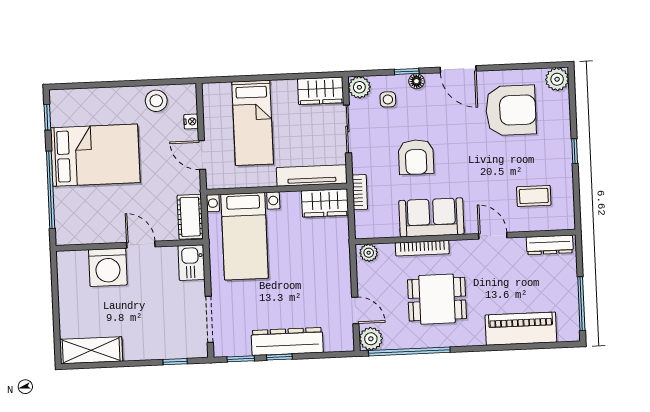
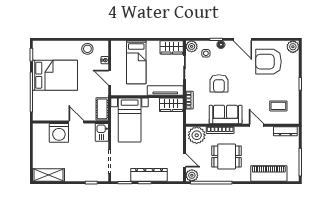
armchair: (511, 110) -> (269, 62), turned 180
plant: (369, 253) -> (197, 135), width x1.88, depth x1.88

